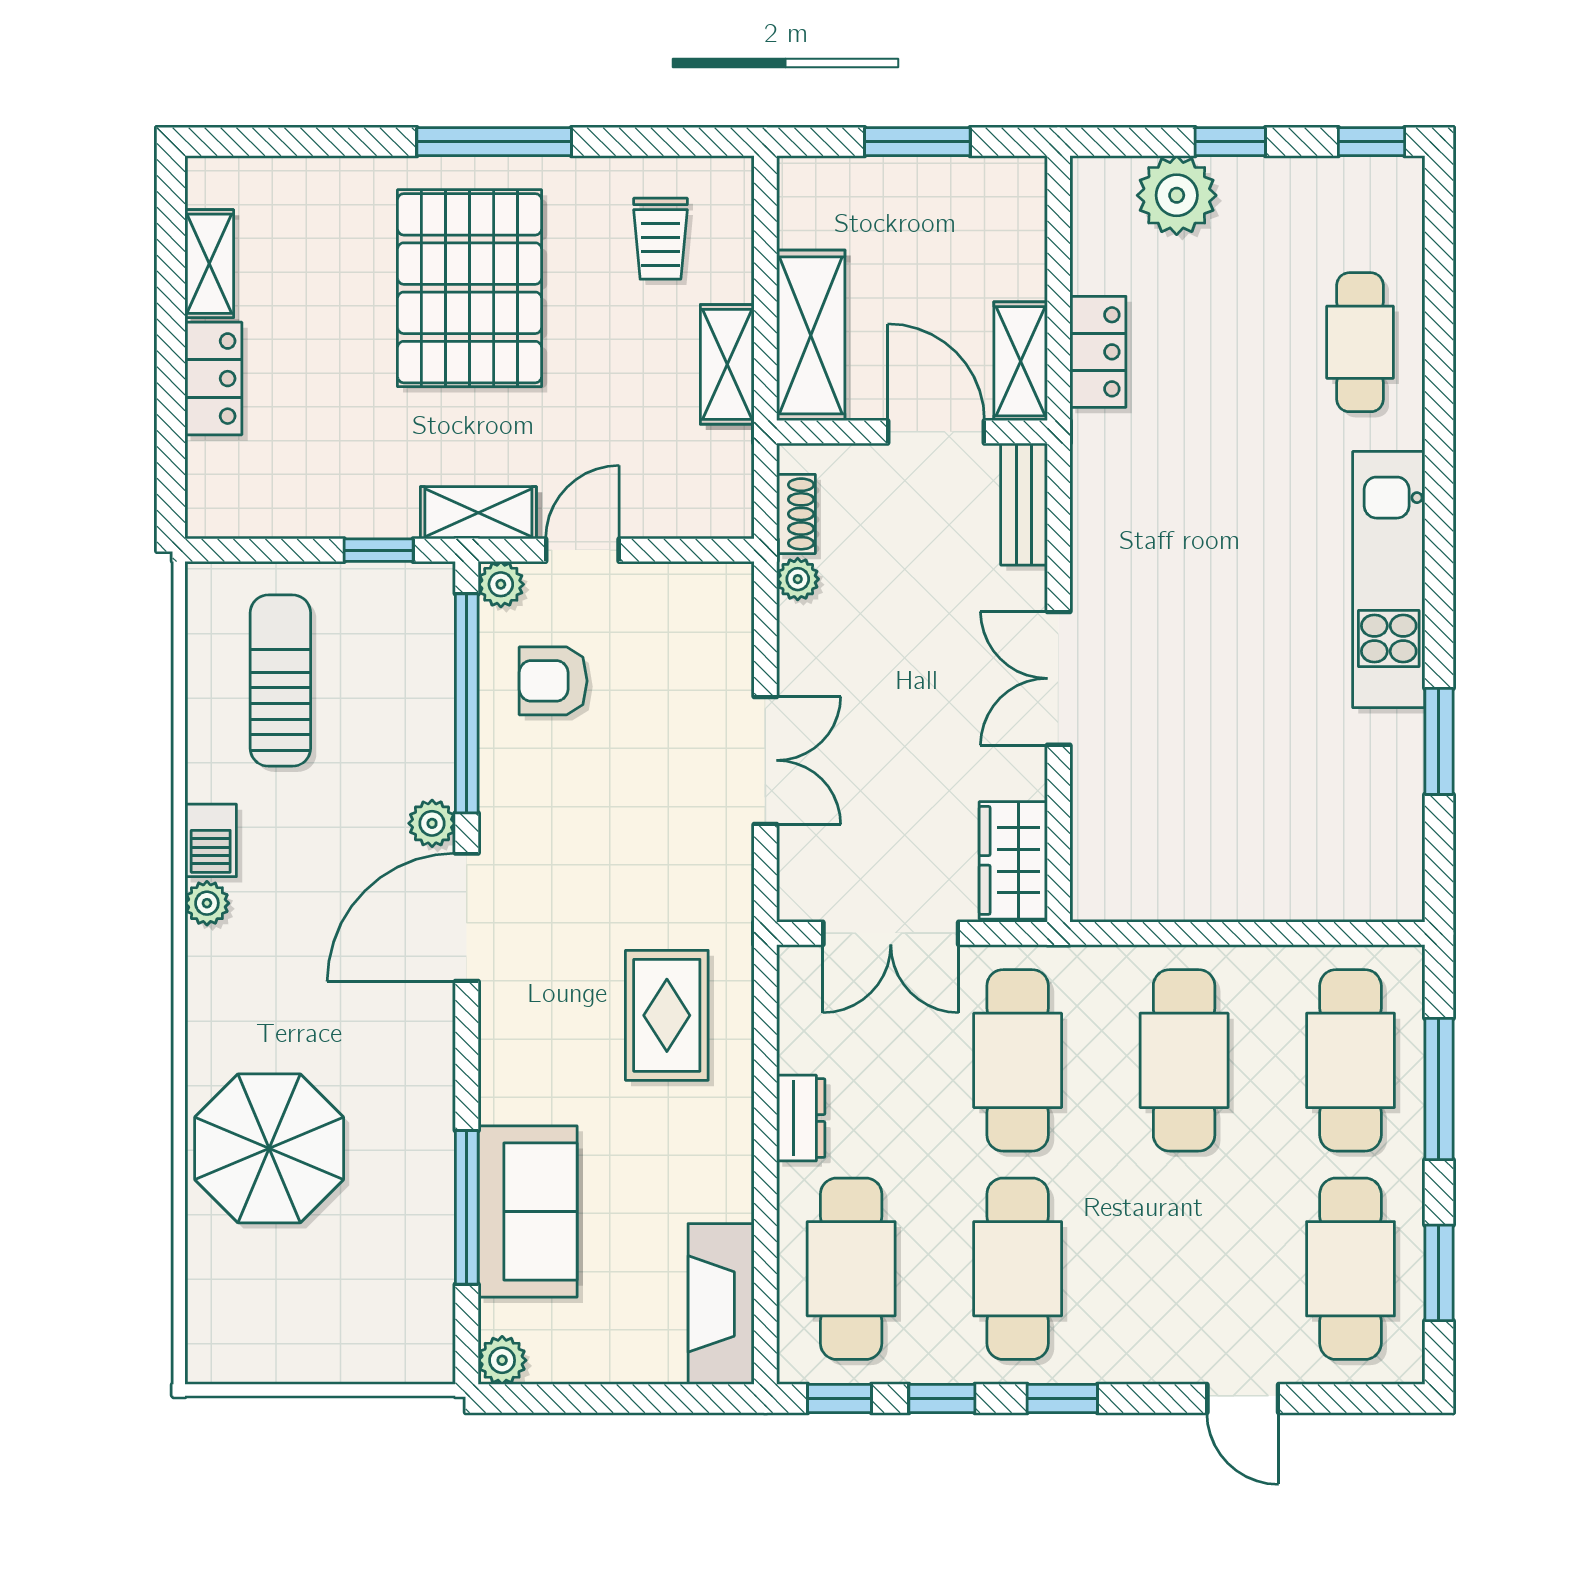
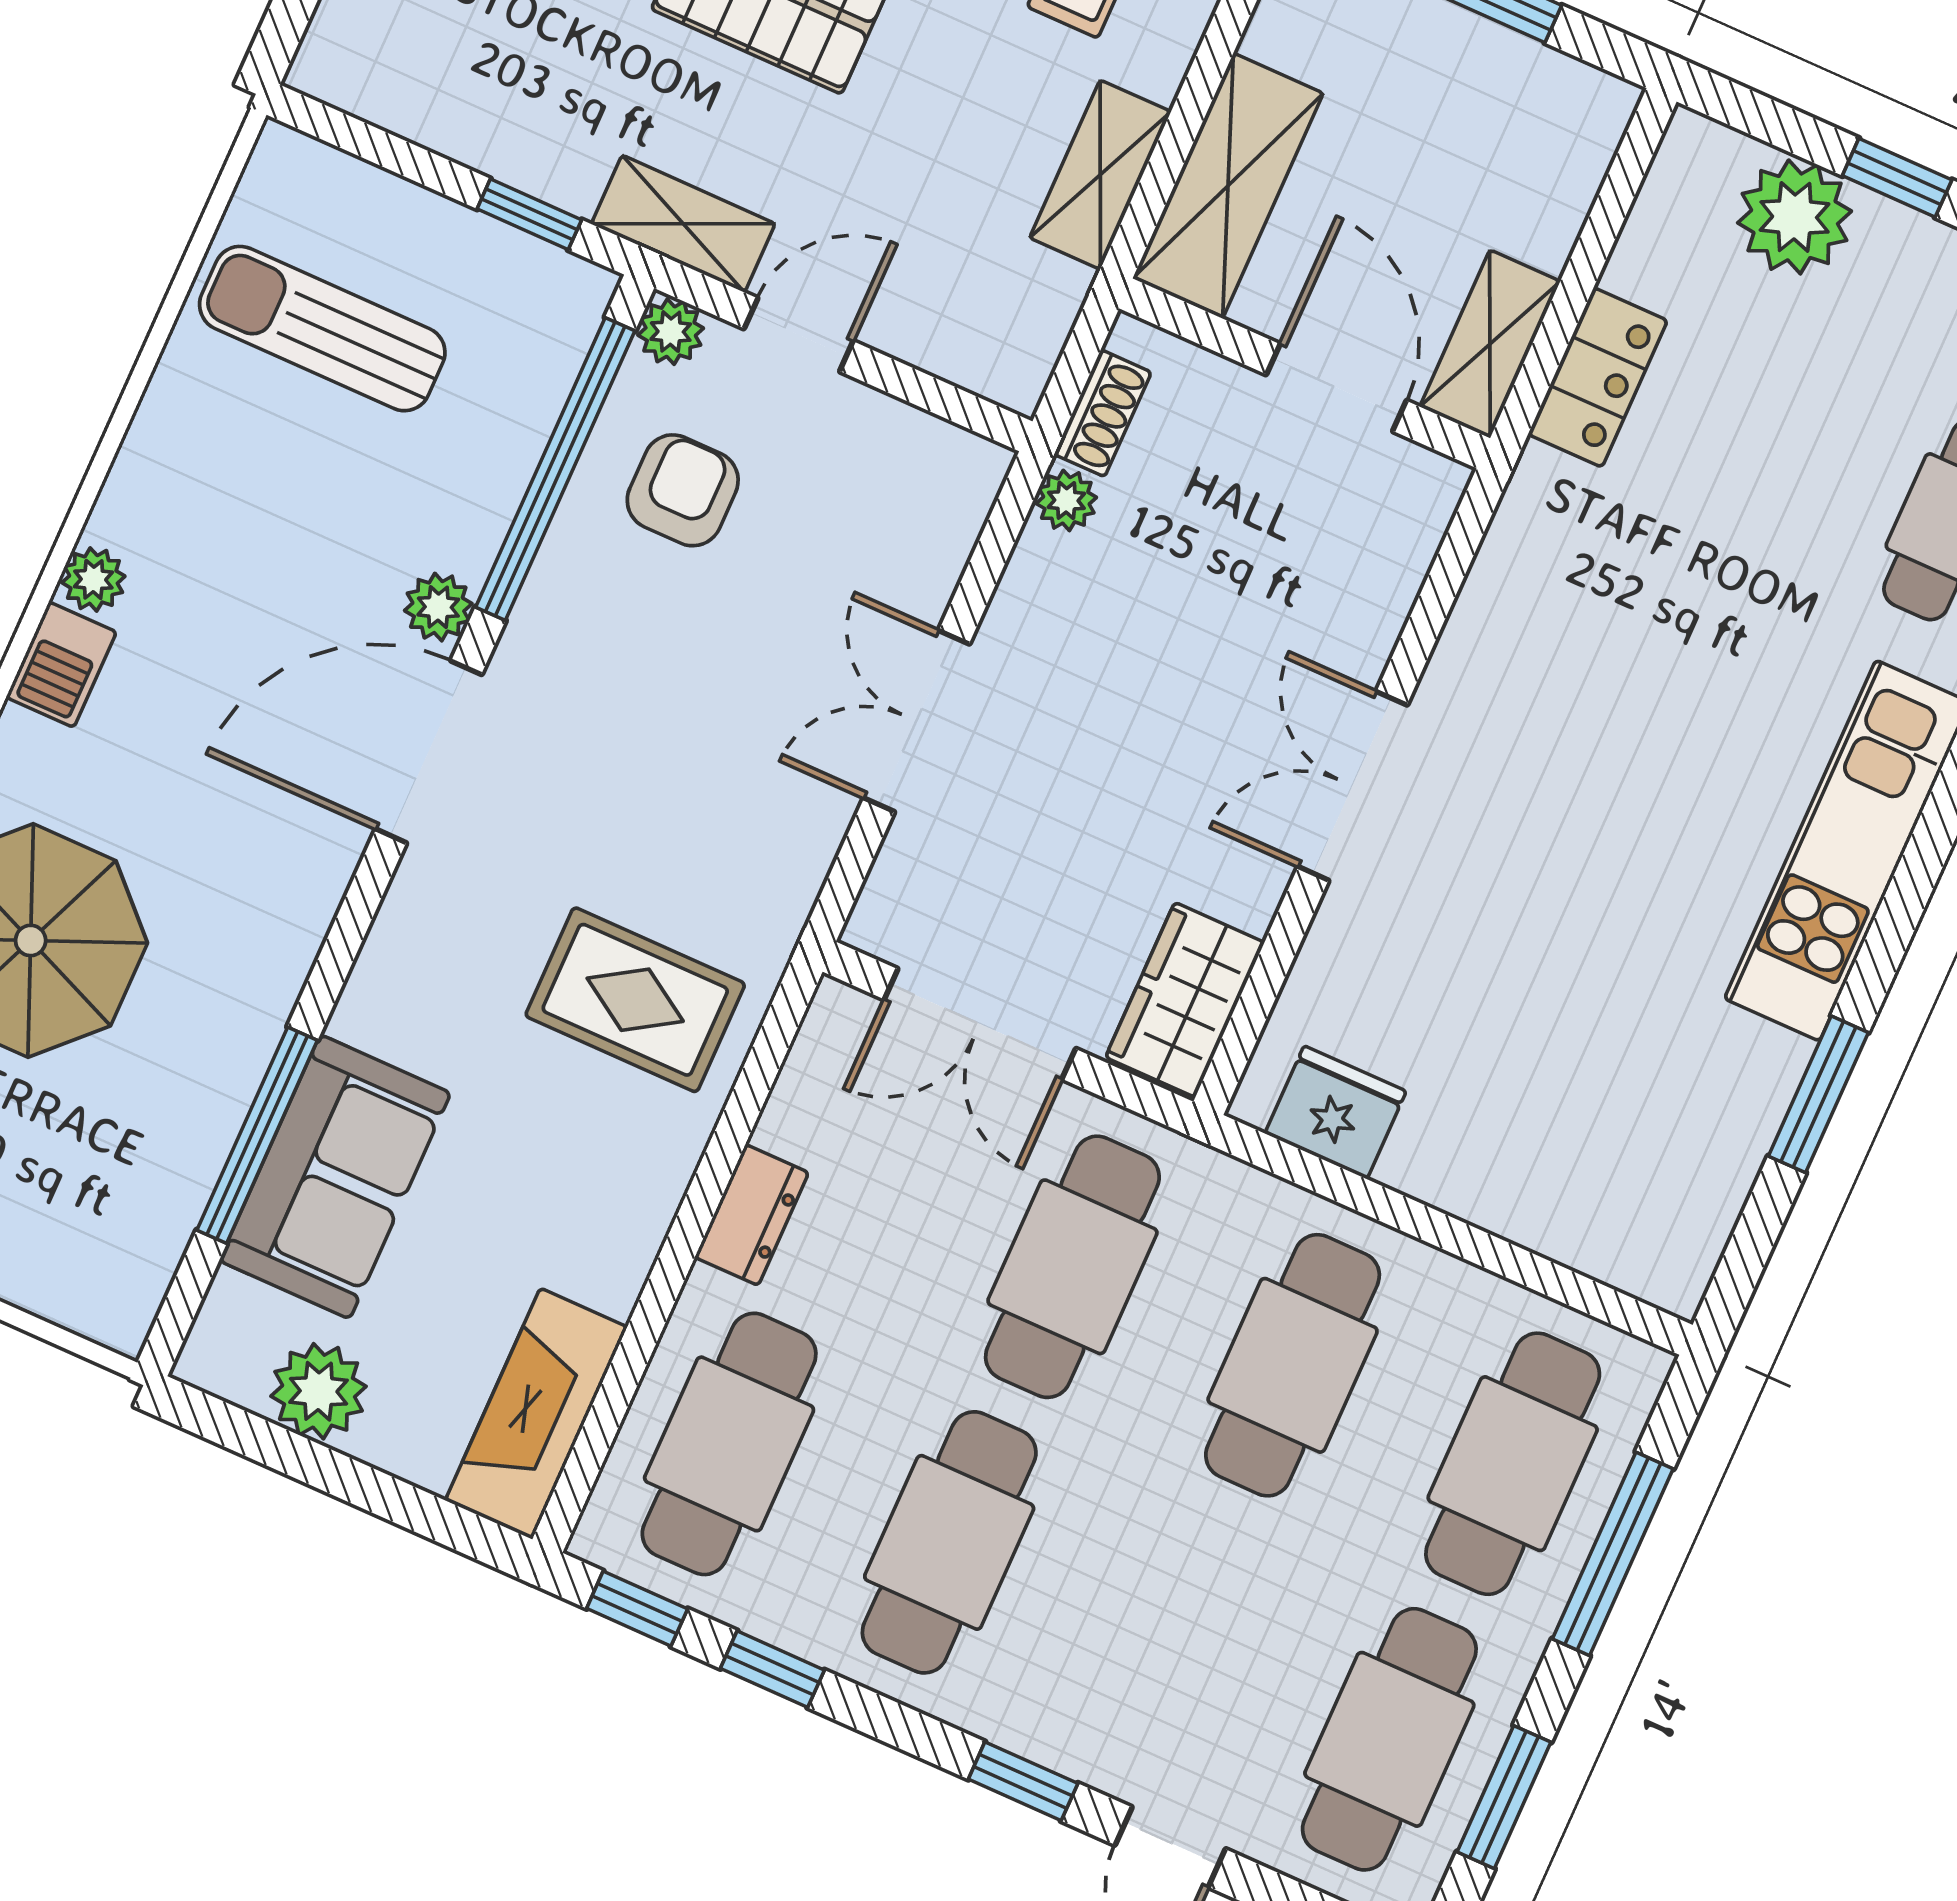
bench: (1024, 504) -> (1410, 535), removed
sun lounger: (280, 681) -> (322, 329), turned -90
armchair: (553, 681) -> (683, 490), turned 90
double door: (765, 760) -> (916, 721), swing flipped
barbecue: (211, 840) -> (61, 665), moved
fridge: (1140, 889) -> (1336, 1112), added
rug: (667, 1015) -> (635, 1000), turned 90
plant: (502, 1360) -> (319, 1391), moved, width x1.38, depth x1.38
window: (1062, 1398) -> (1023, 1781), moved

